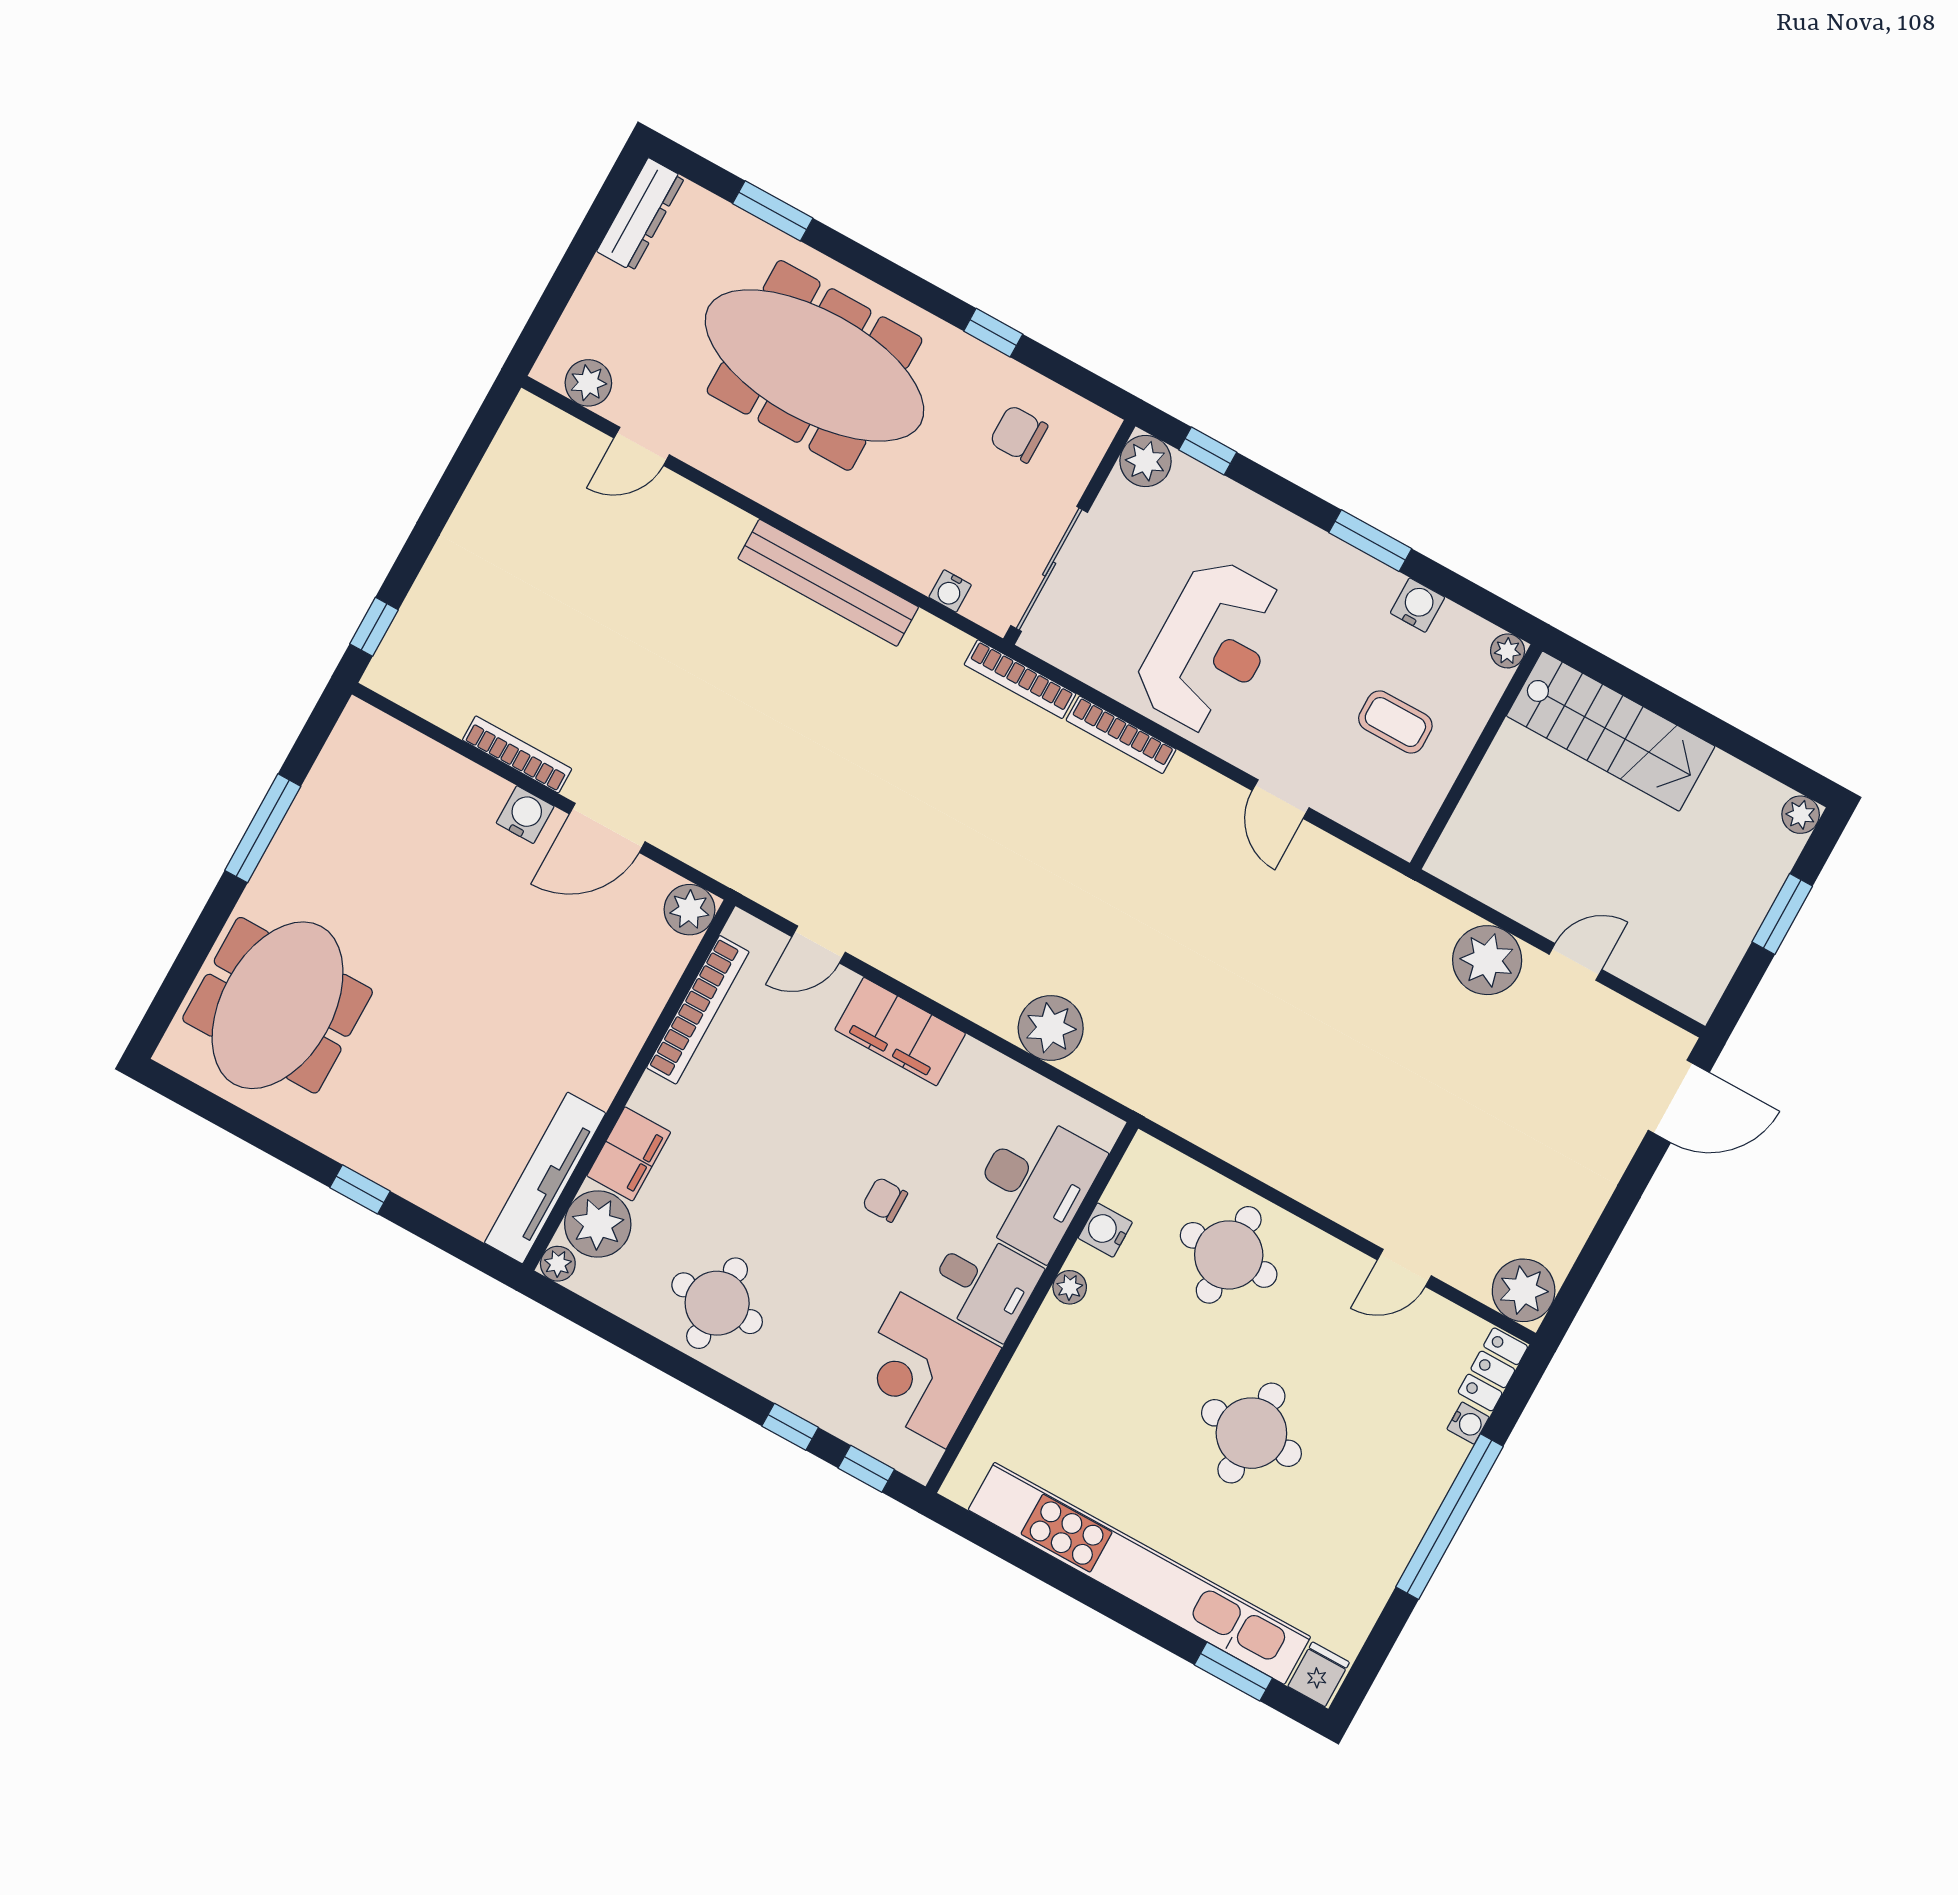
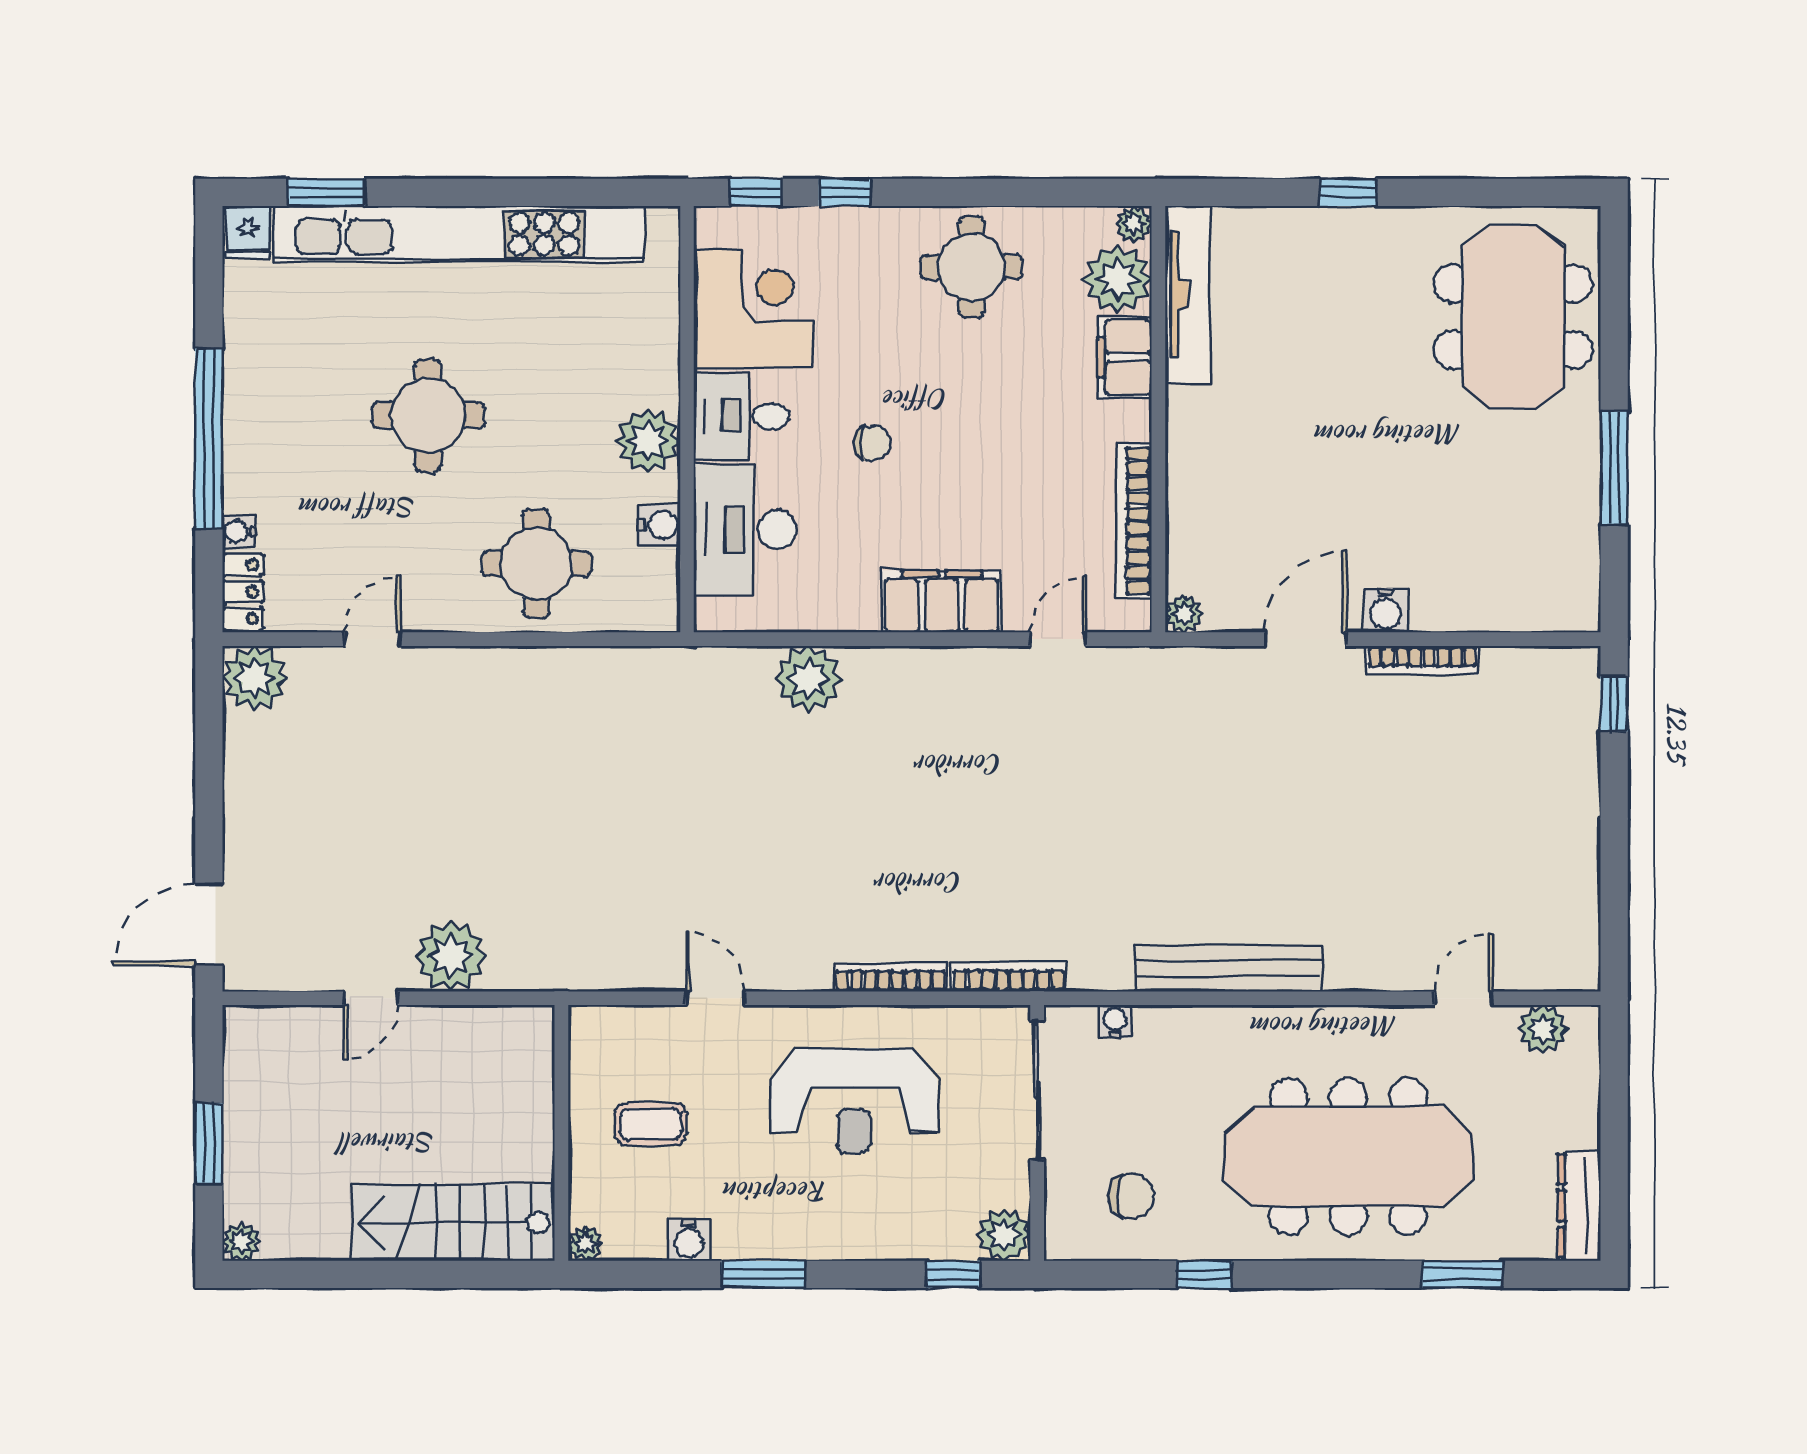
reception desk: (1211, 646) -> (854, 1101), turned -90
plant: (690, 910) -> (1184, 614), width x0.73, depth x0.73
plant: (1070, 1287) -> (648, 441), width x1.87, depth x1.87

